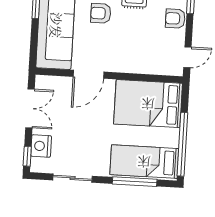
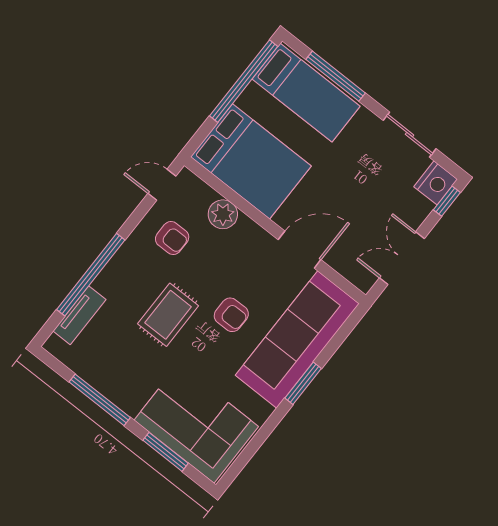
armchair: (175, 18) -> (172, 238), moved
plant: (143, 64) -> (223, 214), added
nightstand: (41, 146) -> (436, 183), moved

